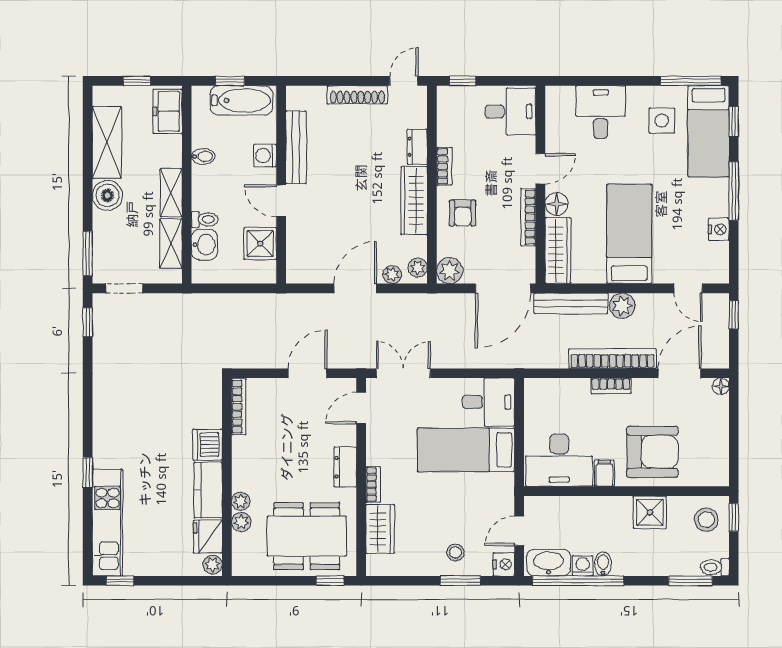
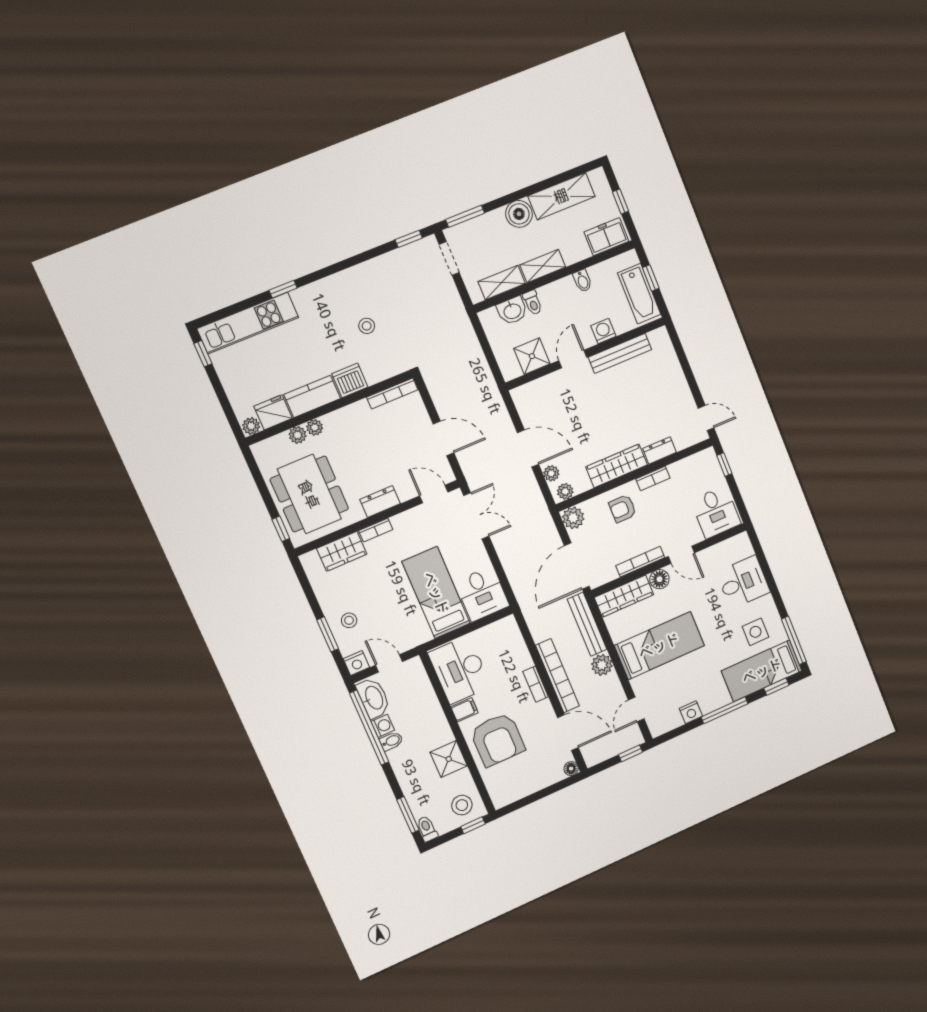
shoe rack: (357, 95) -> (681, 386), removed
door: (503, 288) -> (577, 566), hinge flipped
stool: (159, 403) -> (367, 326), added

